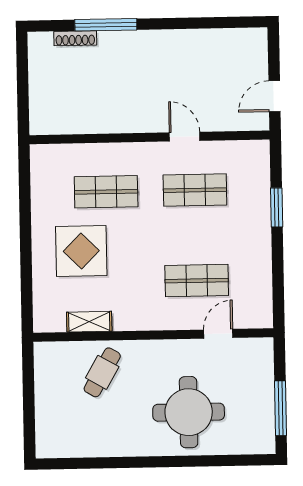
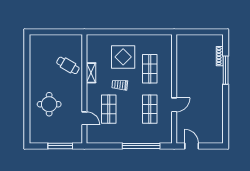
window: (277, 207) -> (141, 146), width x2.11
trolley: (143, 257) -> (120, 85), added
shelving: (89, 322) -> (91, 73), moved
window: (280, 408) -> (60, 146), moved
round table: (189, 412) -> (49, 104), width x0.73, depth x0.73

